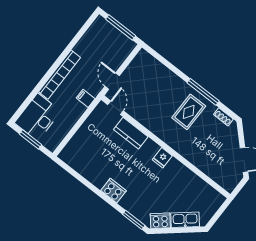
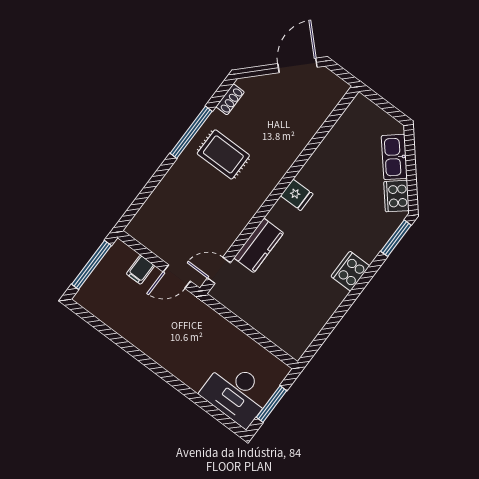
bookcase: (60, 75) -> (168, 360), removed
filing cabinet: (86, 98) -> (140, 270), moved

